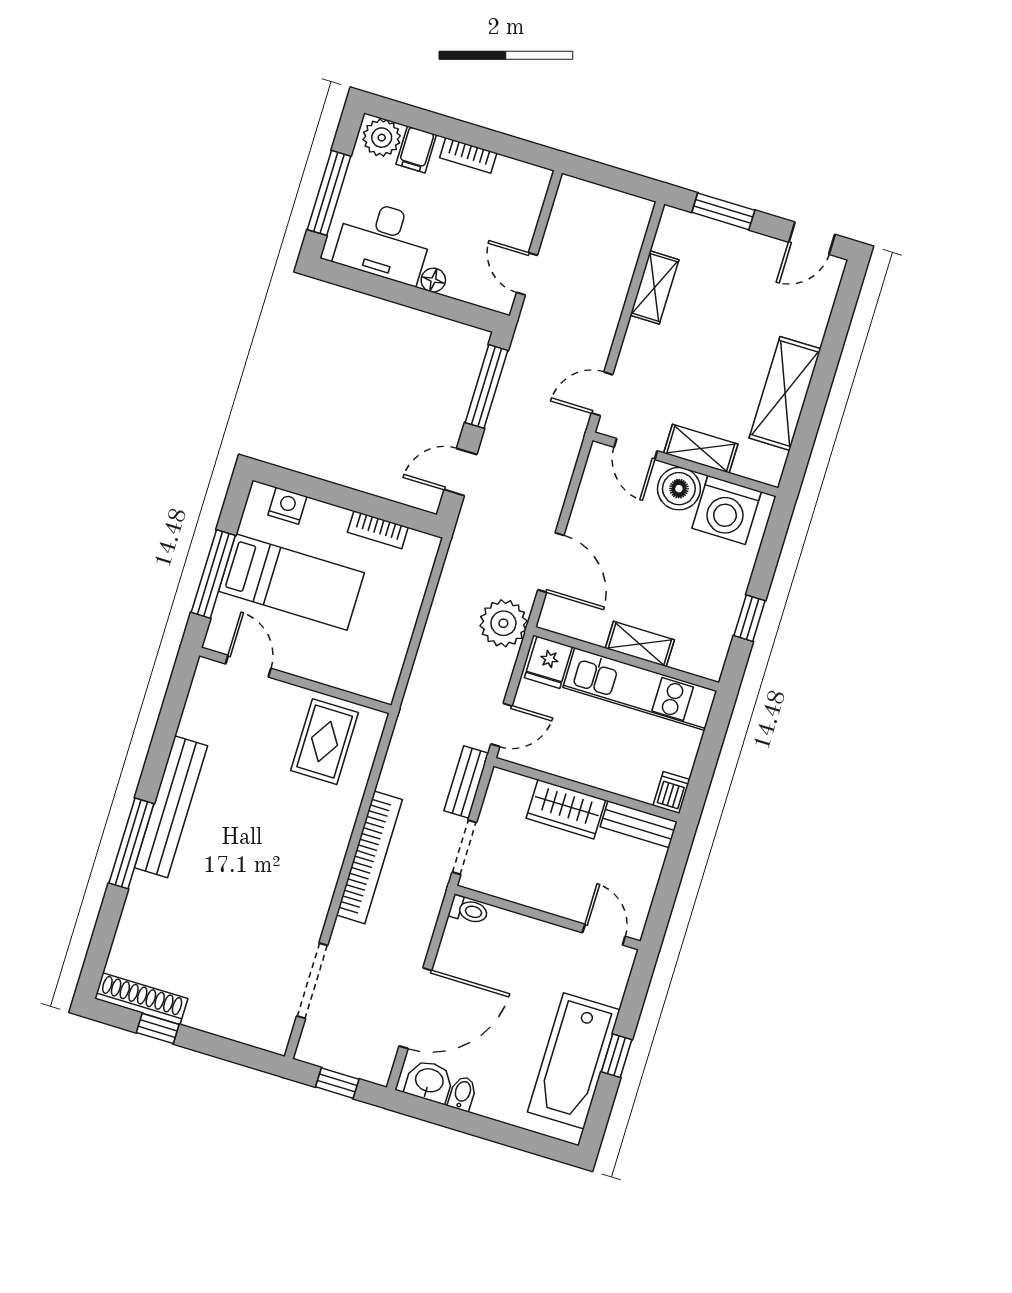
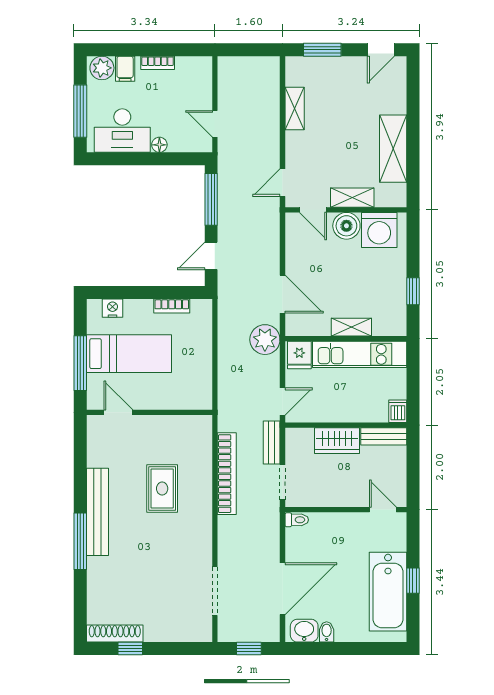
rug: (325, 742) -> (162, 489), moved
bookcase: (369, 857) -> (227, 474), moved

